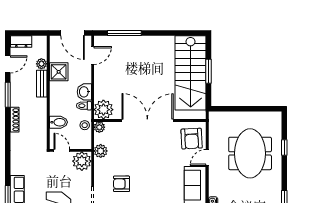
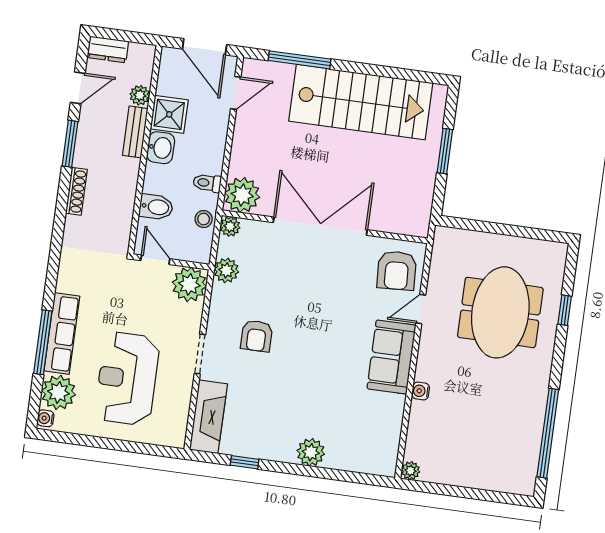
stairs: (191, 73) -> (361, 102), moved, turned -90
washbasin: (84, 92) -> (161, 148), moved, turned 180
armchair: (121, 184) -> (257, 336), turned -90

